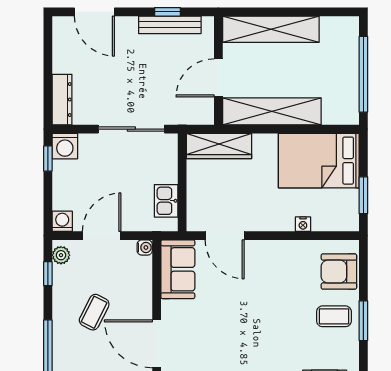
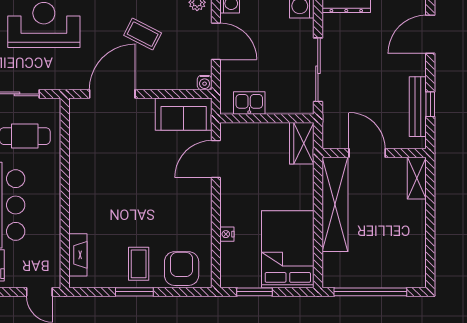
shelving: (271, 29) -> (417, 178), width x0.45, depth x0.75
wardrobe: (219, 146) -> (302, 143), width x0.67

